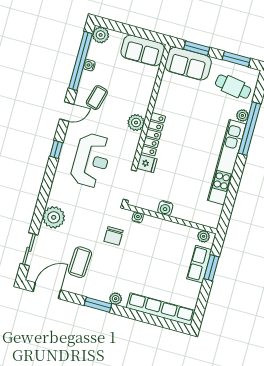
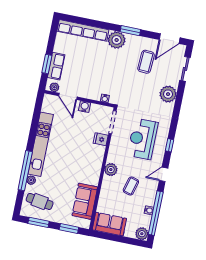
sofa: (188, 64) -> (85, 201), moved, turned -90
coffee table: (97, 98) -> (131, 186), moved
locker: (153, 134) -> (97, 162), removed
door: (186, 223) -> (68, 96), added
chair: (113, 236) -> (122, 83), removed
plant: (116, 299) -> (117, 40), width x1.87, depth x1.87

